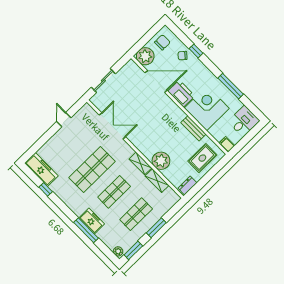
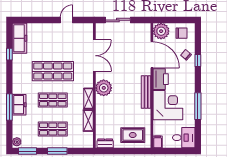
bench: (193, 128) -> (146, 92), moved, width x1.36
plant: (161, 161) -> (104, 88), moved

